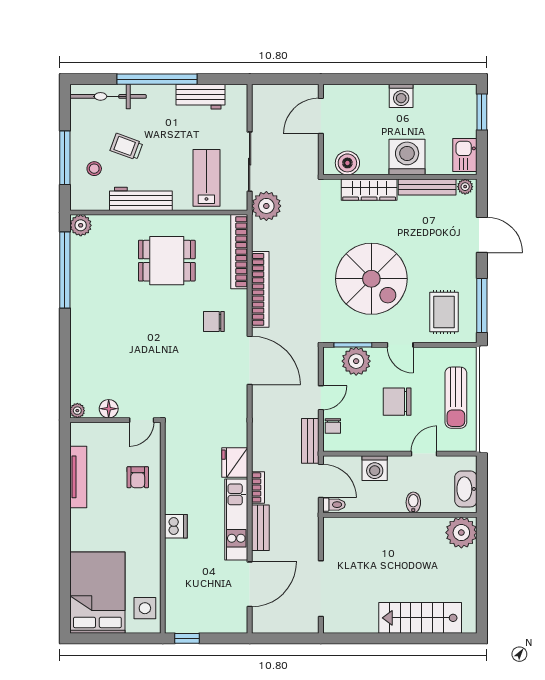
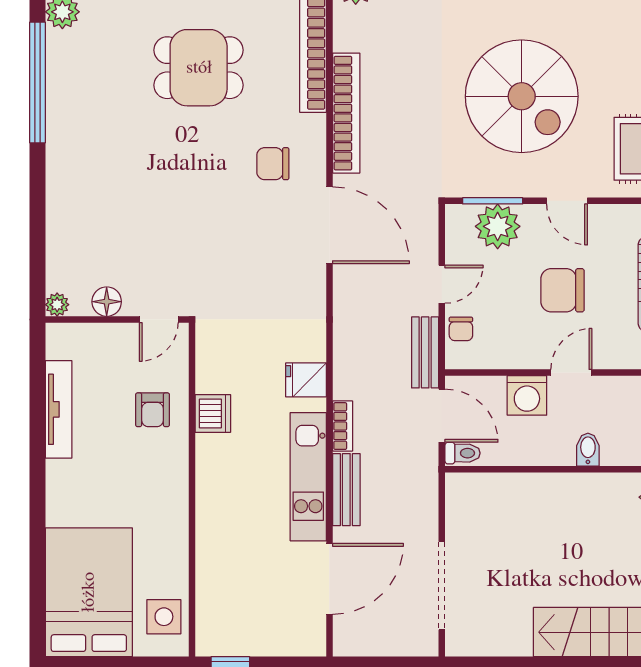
door: (424, 454) -> (571, 373), moved
fridge: (235, 462) -> (306, 380), width x0.72
dishwasher: (176, 526) -> (213, 413), moved

